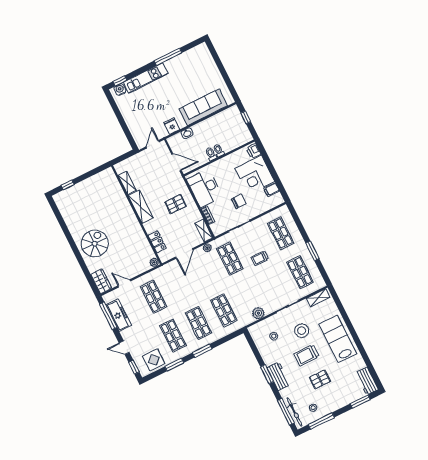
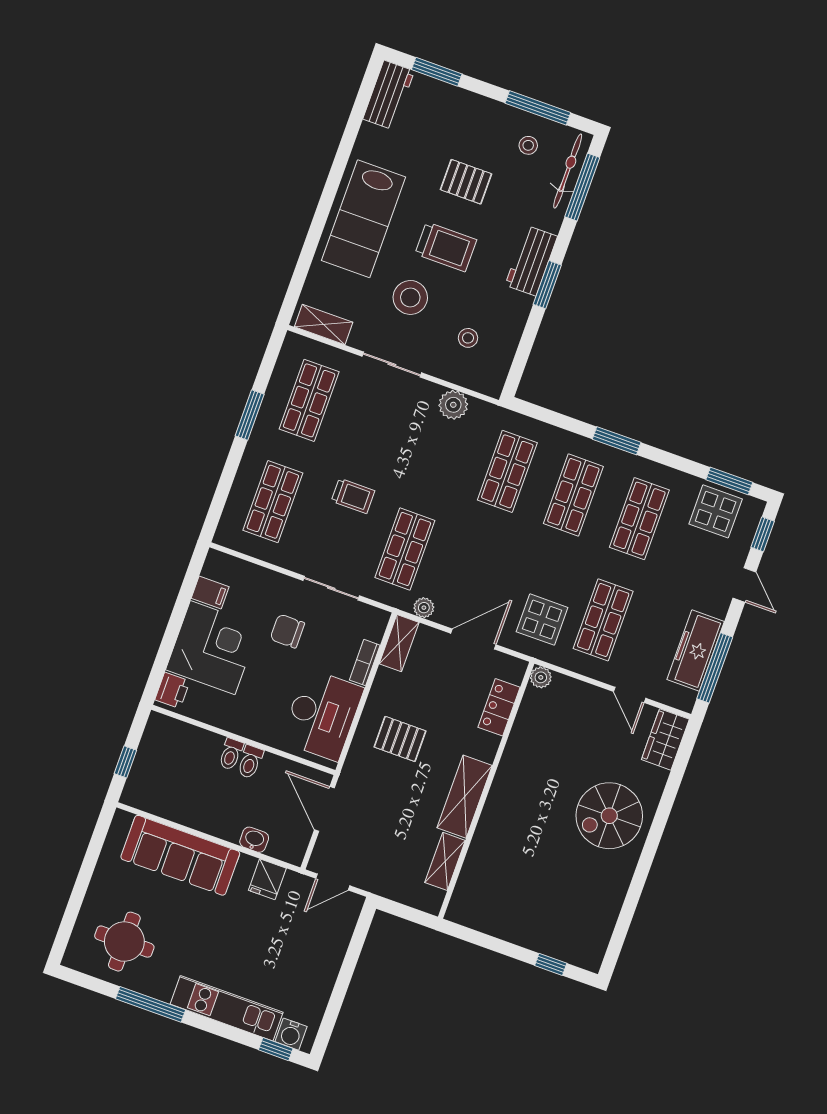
round table: (194, 67) -> (124, 942), added
display table: (171, 279) -> (542, 620), added
window: (174, 365) -> (729, 481), moved

